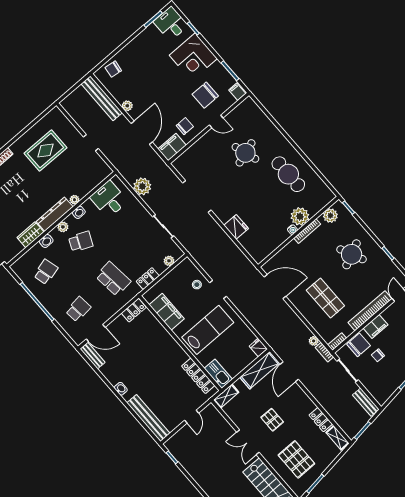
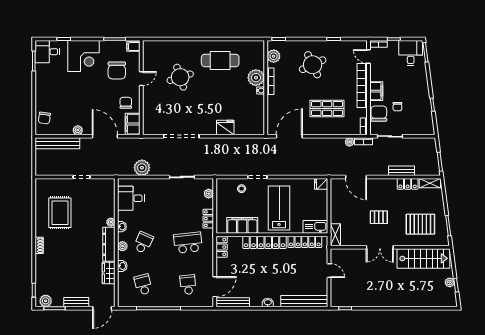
locker: (169, 343) -> (265, 242), added
bench: (93, 356) -> (233, 302), width x1.36
shelving: (260, 370) -> (338, 196), removed
bench: (366, 402) -> (401, 171), moved

